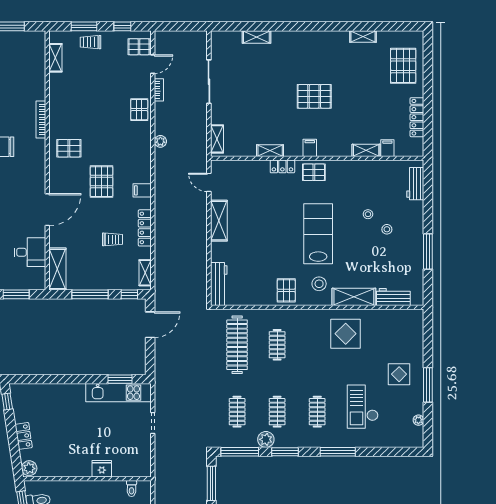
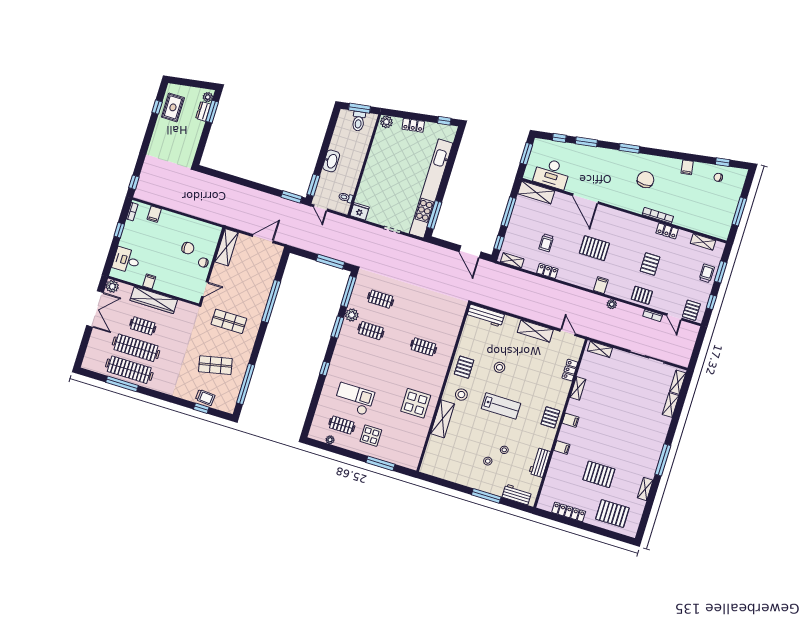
window: (323, 26) -> (663, 460), added
pallet: (314, 96) -> (599, 474), moved, turned 90
locker: (56, 103) -> (667, 231), added
pallet: (69, 148) -> (650, 264), moved
filing cabinet: (387, 148) -> (562, 448), moved
shelving: (366, 150) -> (678, 382), moved
locker: (282, 166) -> (570, 370), moved
door: (209, 182) -> (568, 332), hinge flipped
filing cabinet: (142, 190) -> (601, 285), moved
locker: (145, 228) -> (547, 271), width x0.66
lab bench: (318, 234) -> (501, 406), width x0.73, depth x0.72
stool: (274, 249) -> (499, 367), added
desk: (30, 252) -> (552, 173), width x1.37
window: (428, 252) -> (486, 496), moved
pallet: (286, 290) -> (464, 367), turned 90
workbench: (393, 297) -> (540, 462), moved, turned 180
clothes rail: (237, 345) -> (433, 315), removed
window: (120, 379) -> (434, 215), width x1.44
window: (428, 385) -> (380, 463), moved
kitchen unit: (118, 393) -> (431, 188), width x1.86
clothes rail: (317, 412) -> (342, 425), moved
window: (338, 452) -> (325, 369), width x0.46
fridge: (102, 469) -> (360, 211), moved, turned -90

